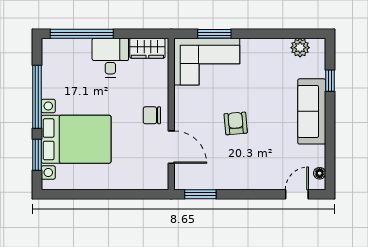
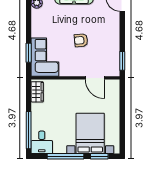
desk: (110, 58) -> (42, 142), moved, turned -90
chair: (152, 115) -> (76, 89), removed
door: (171, 147) -> (95, 78), swing flipped

